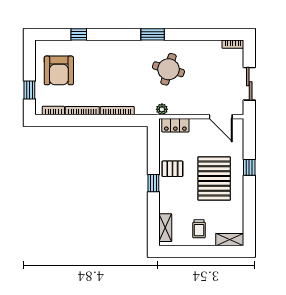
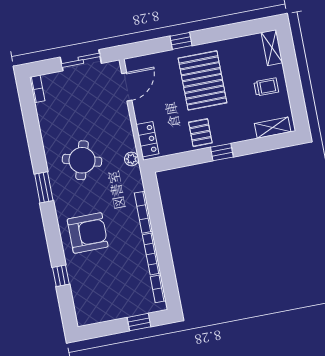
armchair: (59, 70) -> (88, 233), moved
pallet: (214, 179) -> (202, 80), turned 90

